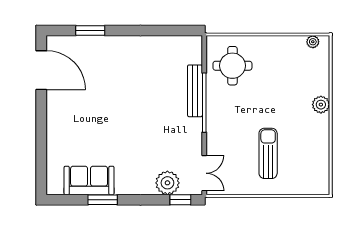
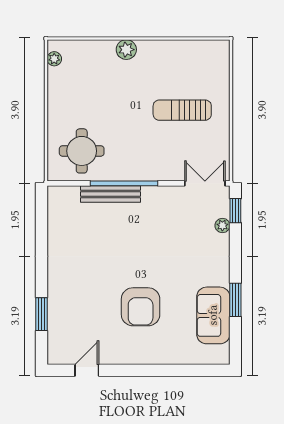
door: (41, 70) -> (87, 370), width x0.53
armchair: (97, 117) -> (141, 307), added
plant: (167, 183) -> (222, 226), width x0.53, depth x0.53

